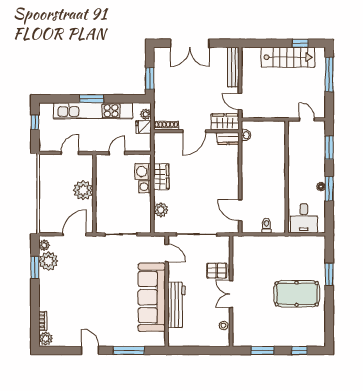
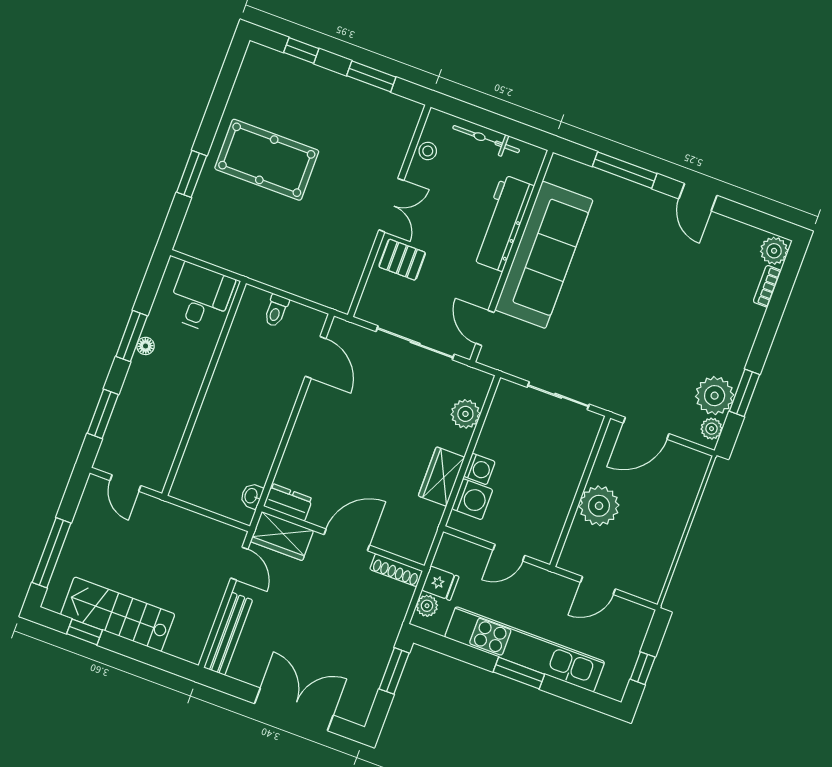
bicycle: (198, 341) -> (486, 139), added

